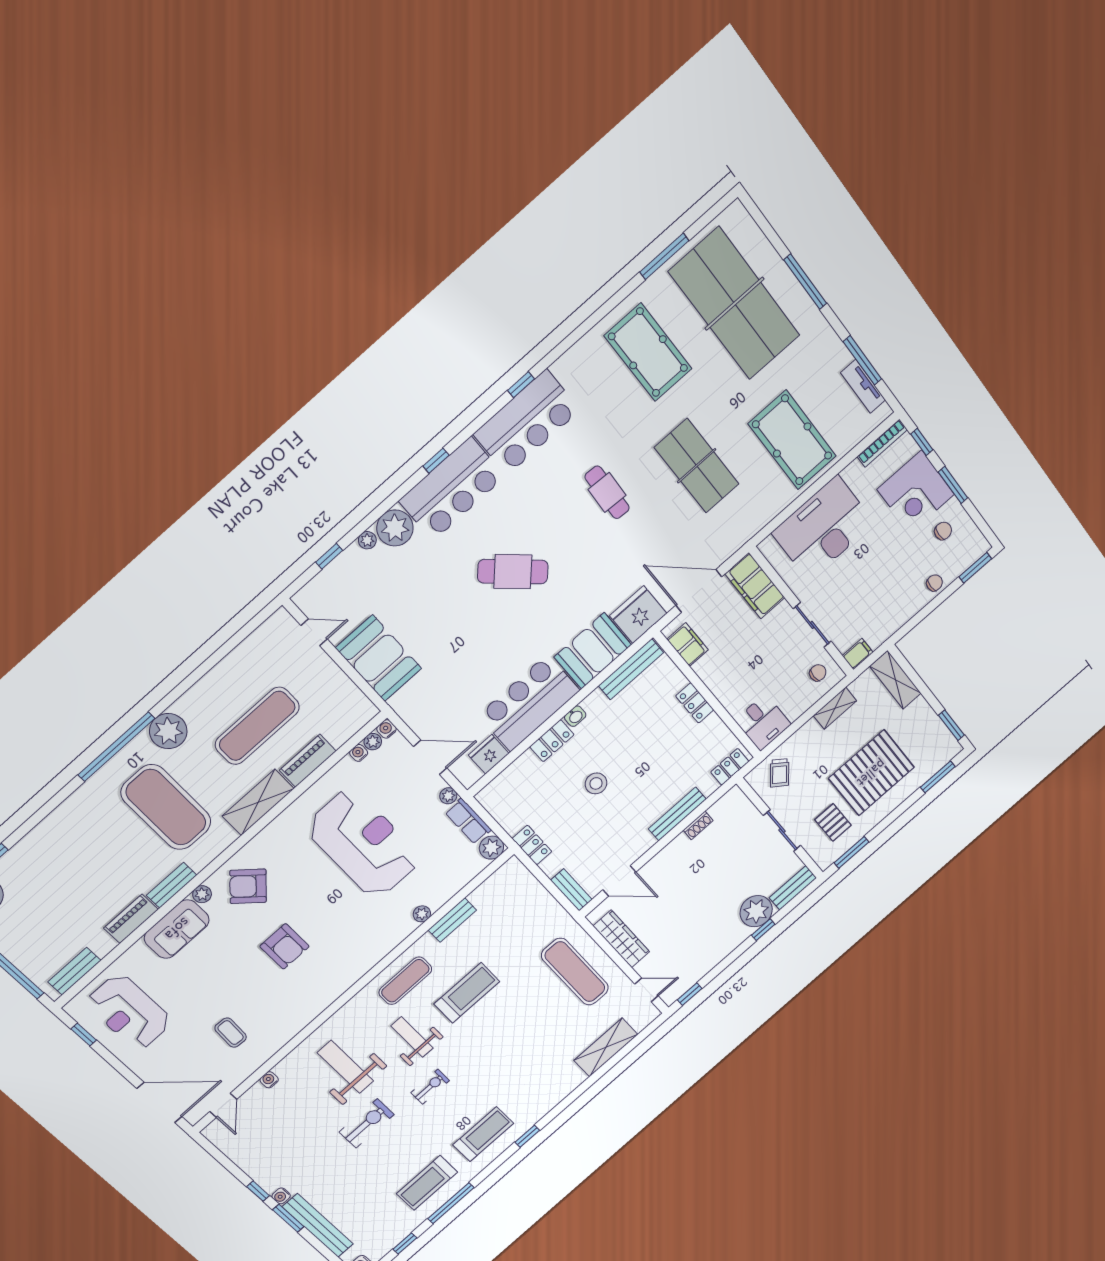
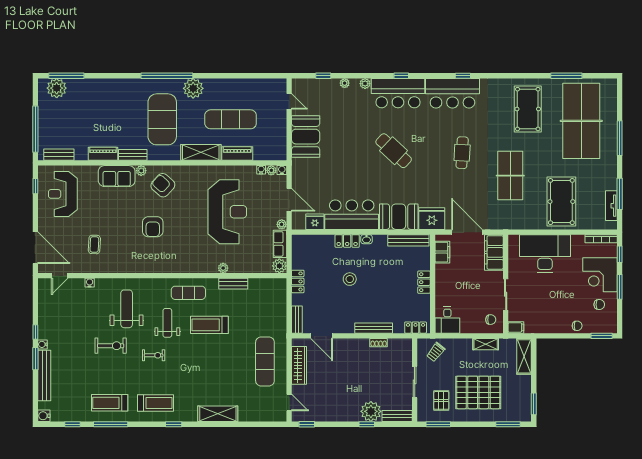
plant: (395, 528) -> (365, 84), width x0.53, depth x0.53
treadmill: (467, 993) -> (209, 325), turned 180
shelving: (606, 1047) -> (218, 414), moved

